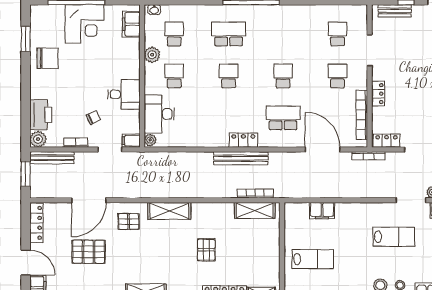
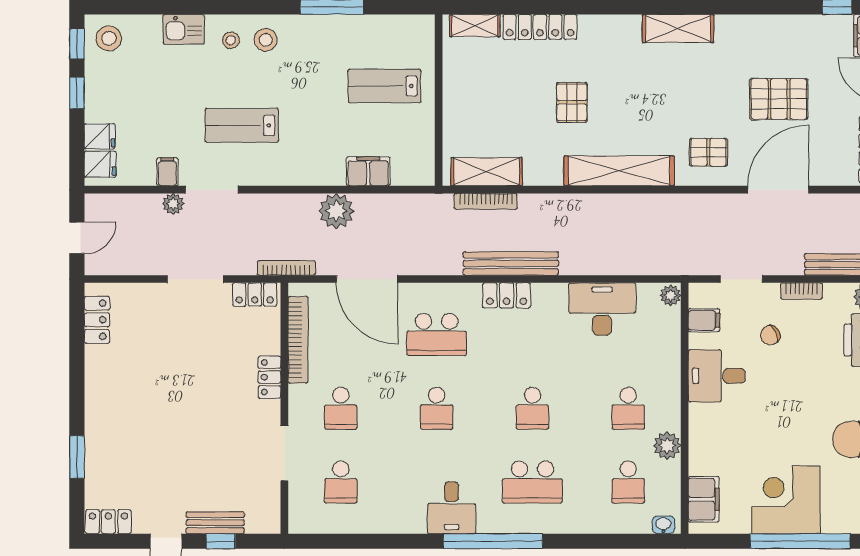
bench: (395, 11) -> (215, 523), moved
desk: (275, 19) -> (452, 508), added
desk: (159, 114) -> (602, 309), moved, turned -90
filing cabinet: (131, 141) -> (704, 320), moved
plant: (340, 188) -> (336, 211), added
shelving: (169, 211) -> (619, 171), width x1.47

